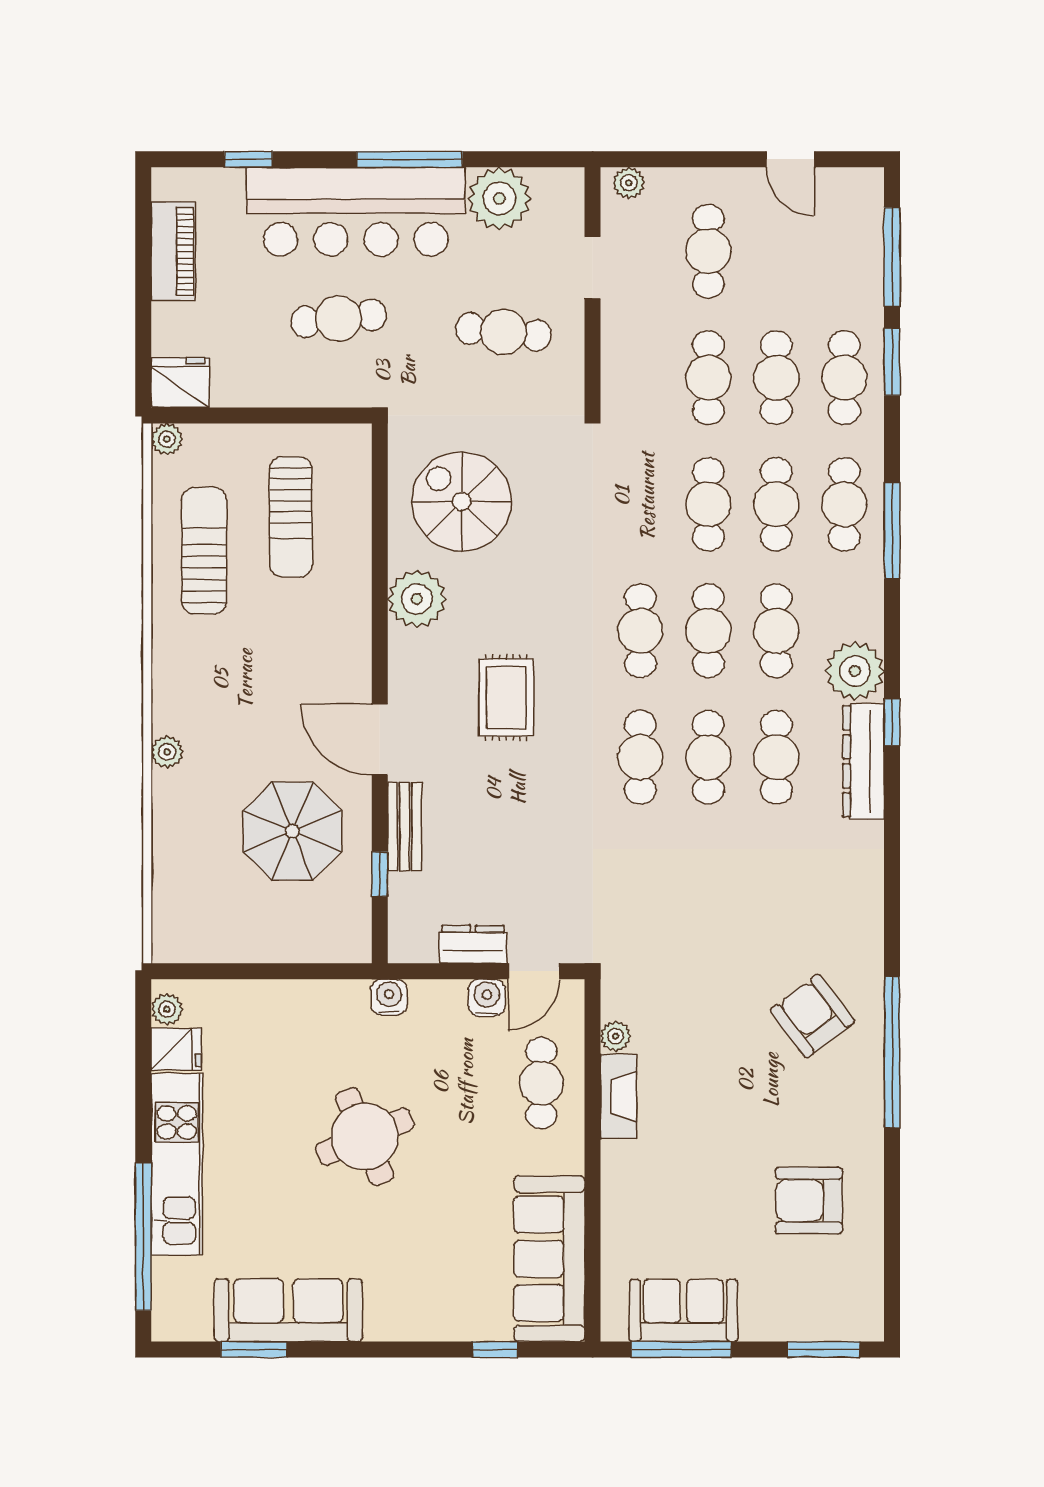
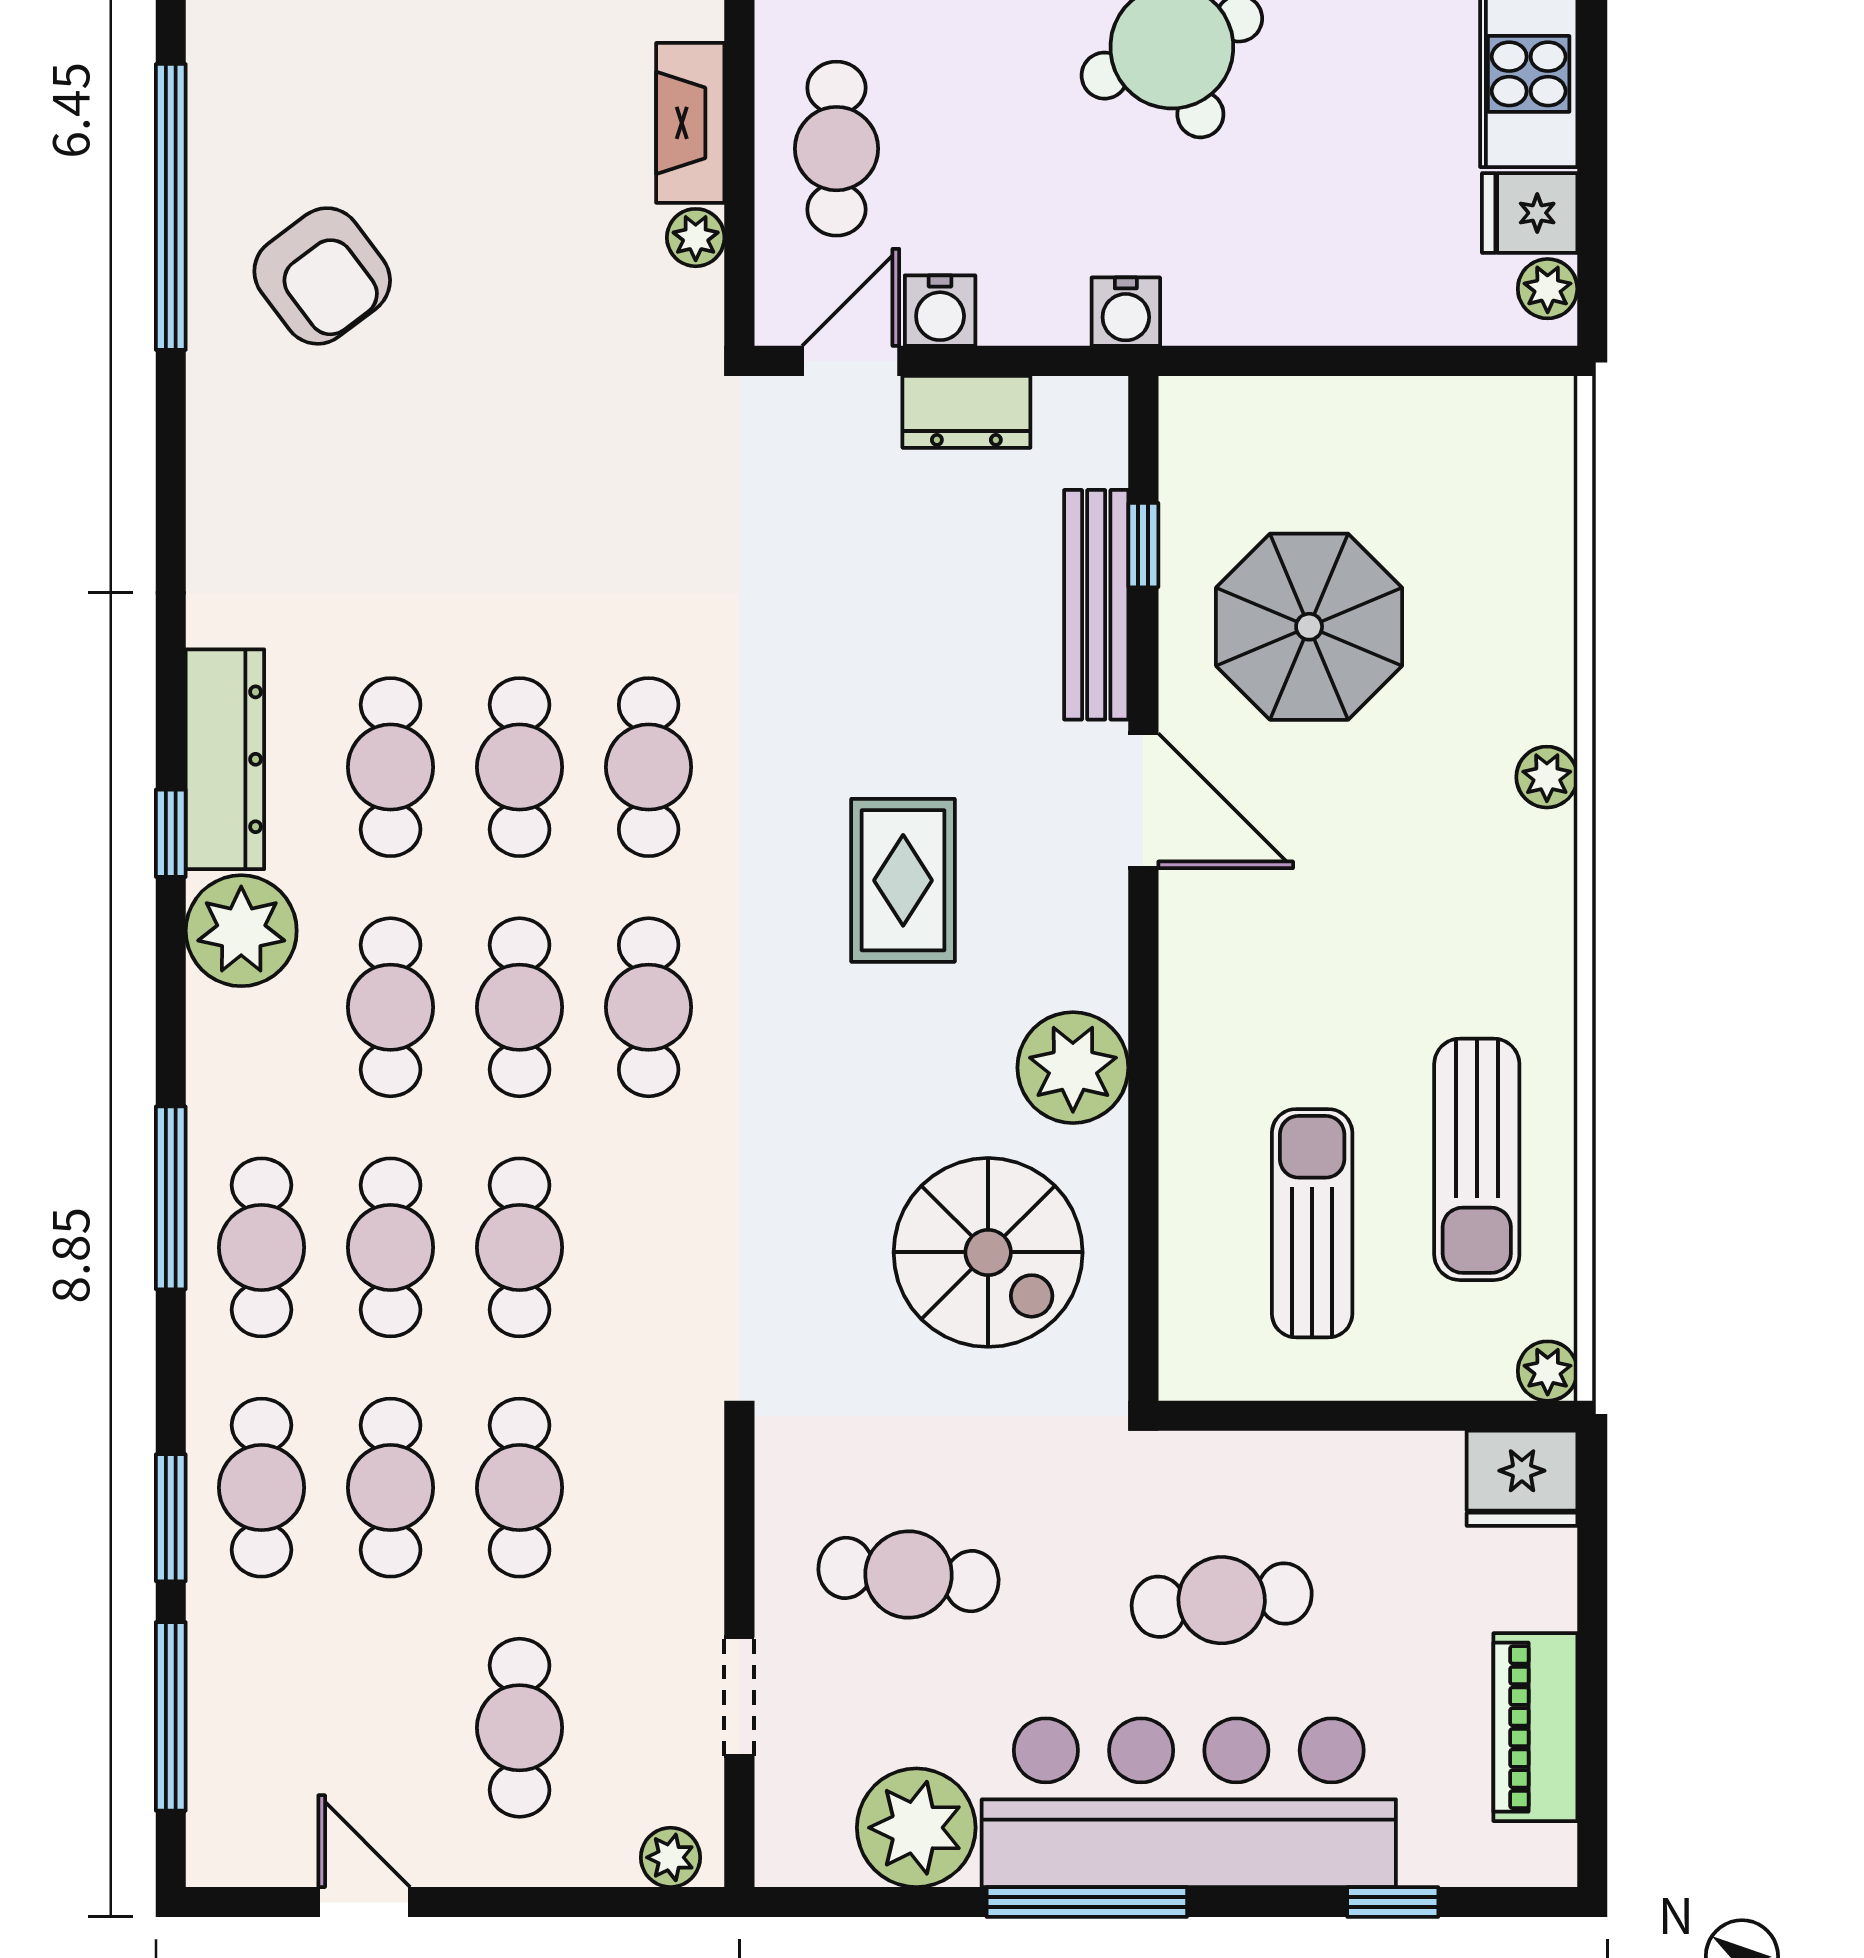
bench: (405, 827) -> (1096, 605), width x1.36

